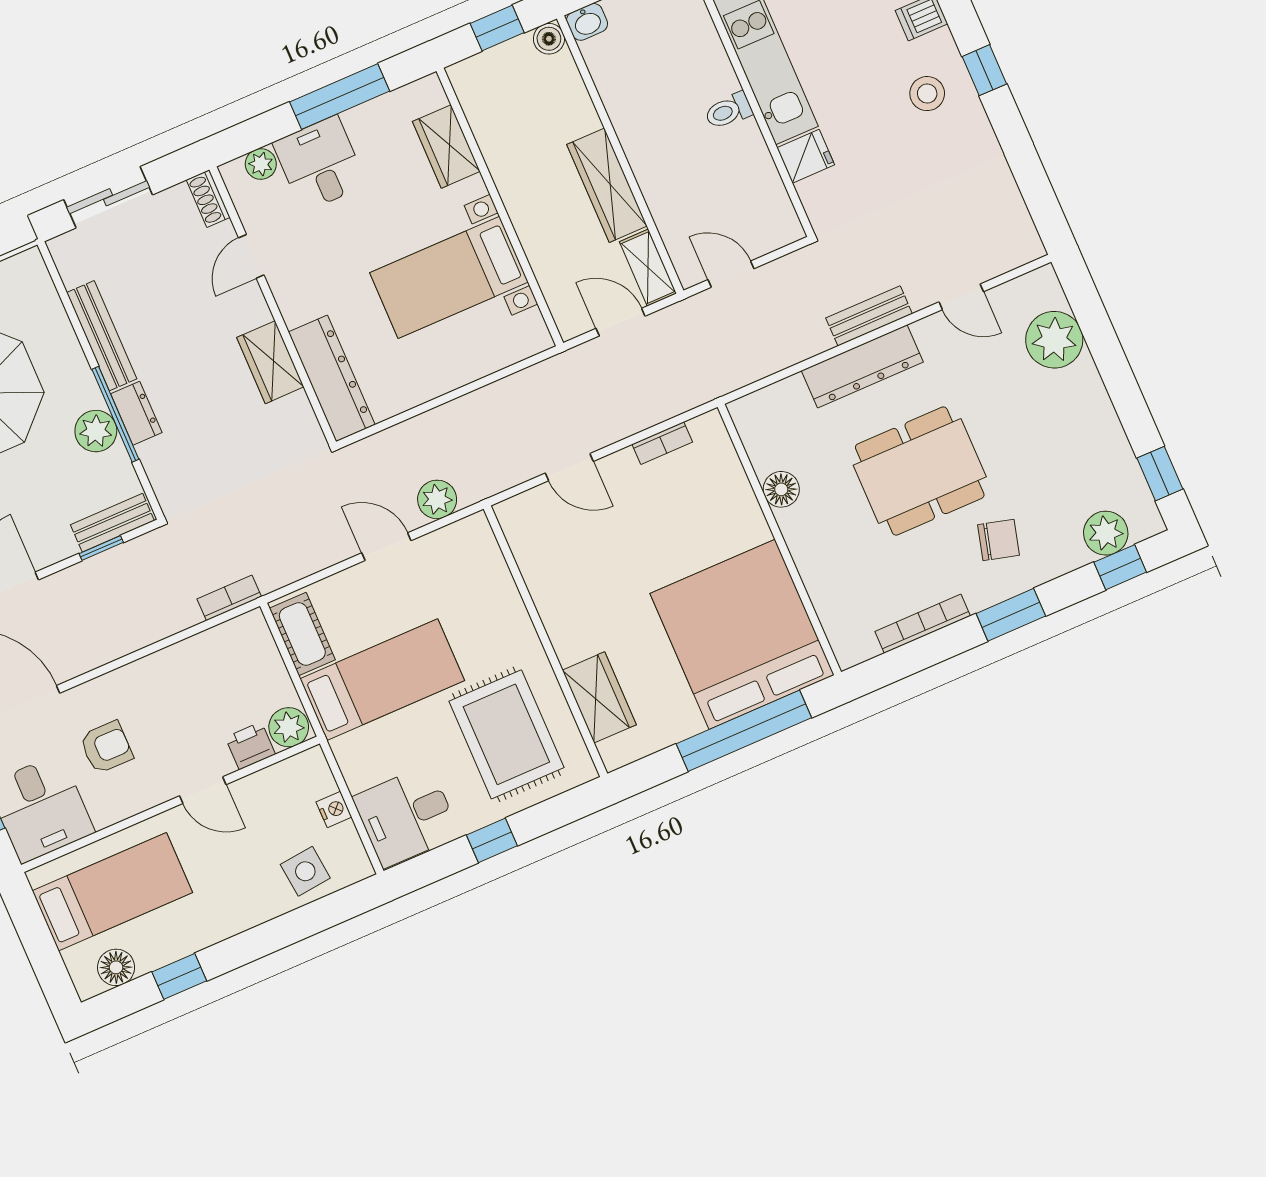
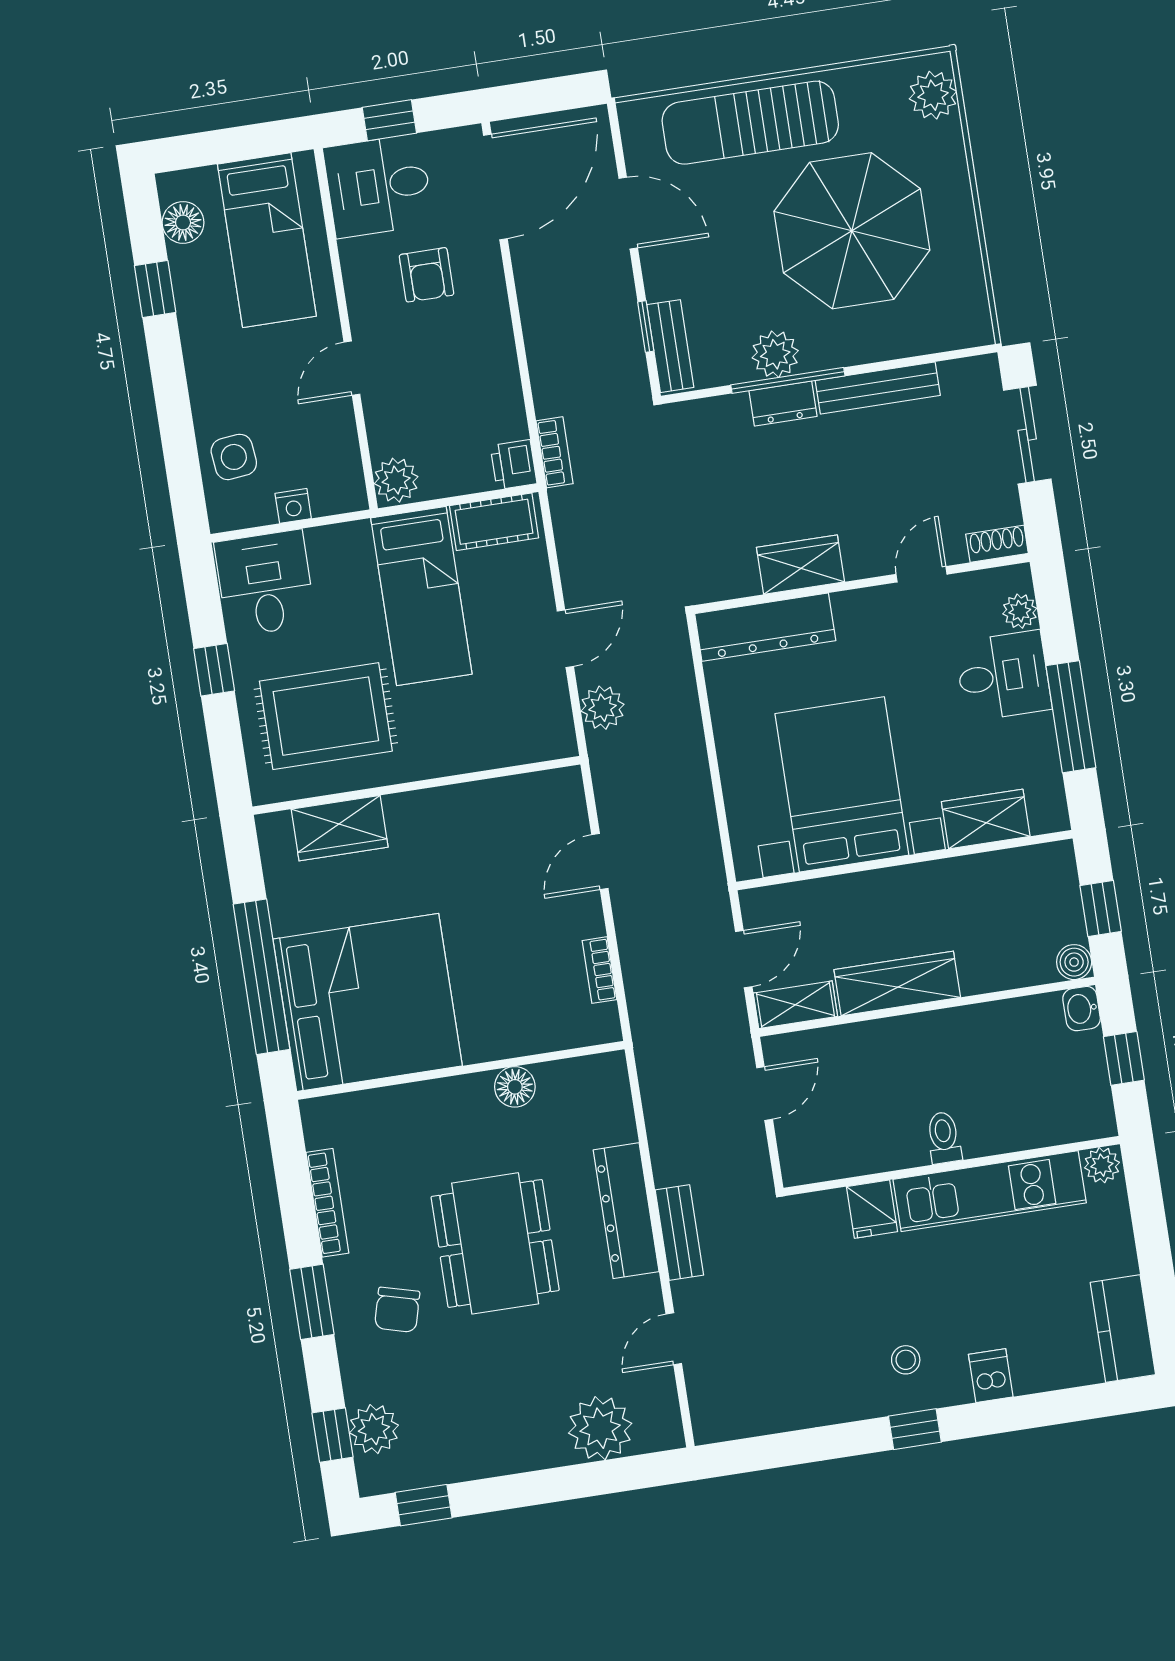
stool: (927, 94) -> (906, 1360), width x0.73, depth x0.73
door: (251, 256) -> (921, 574), hinge flipped
bed with nightstands: (449, 277) -> (842, 784), width x1.36
printer: (250, 746) -> (514, 465), moved, turned 180

